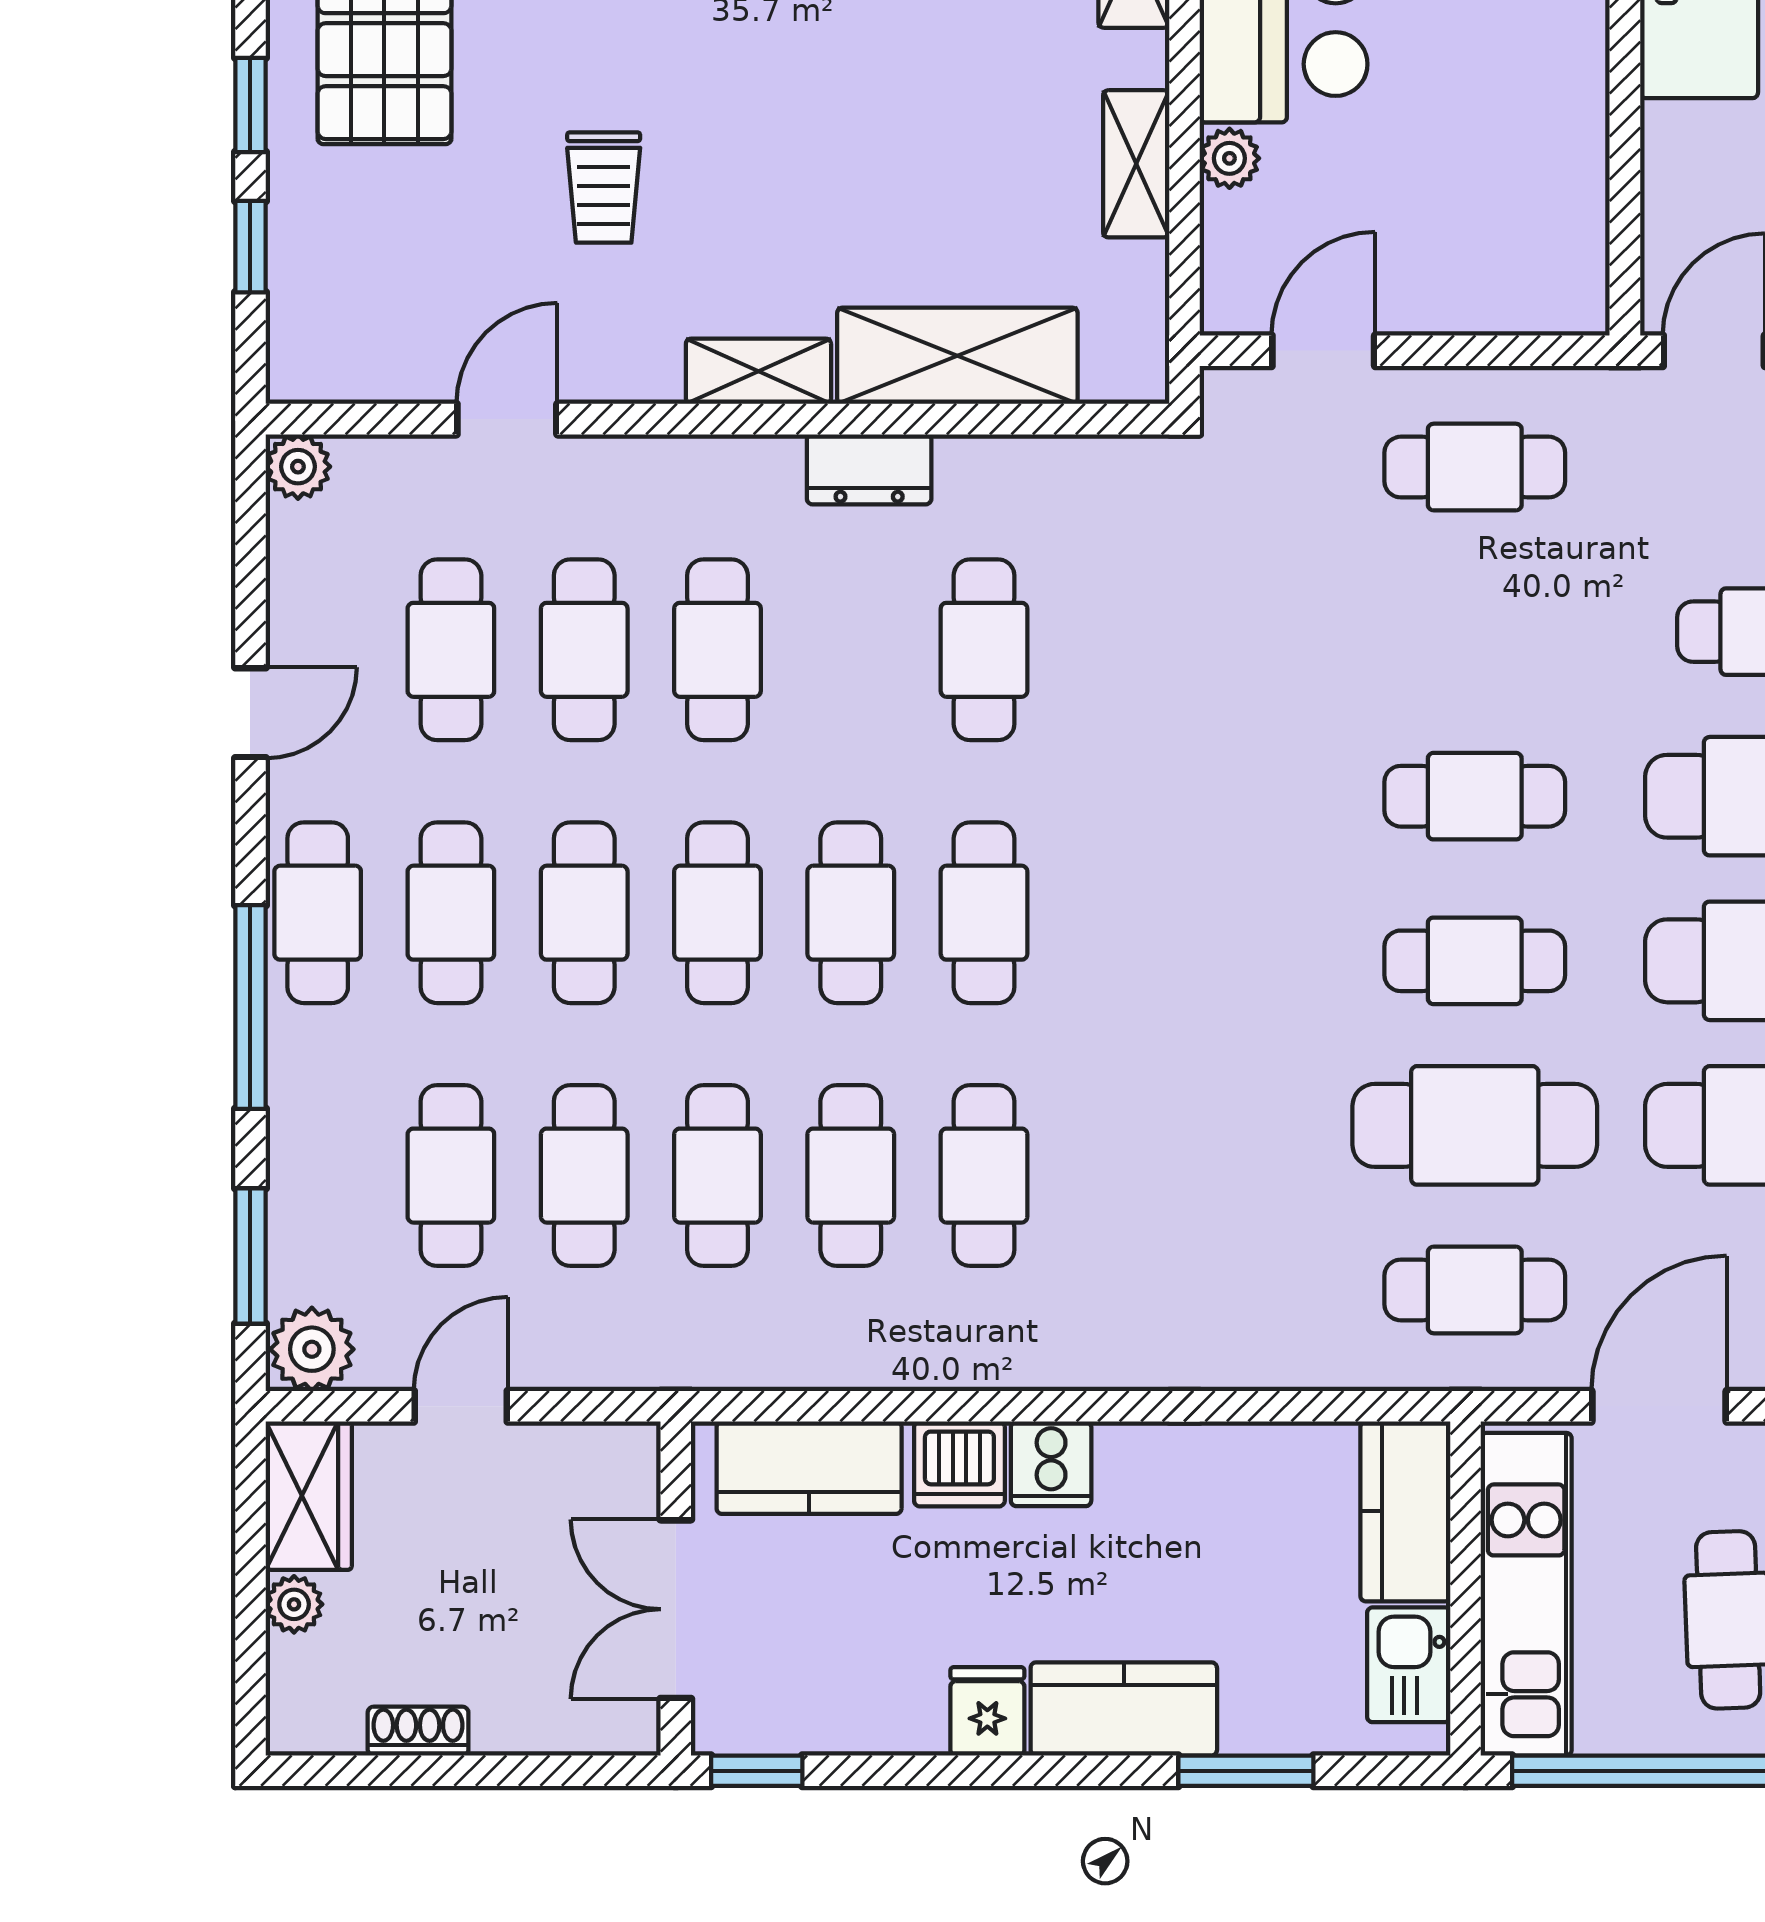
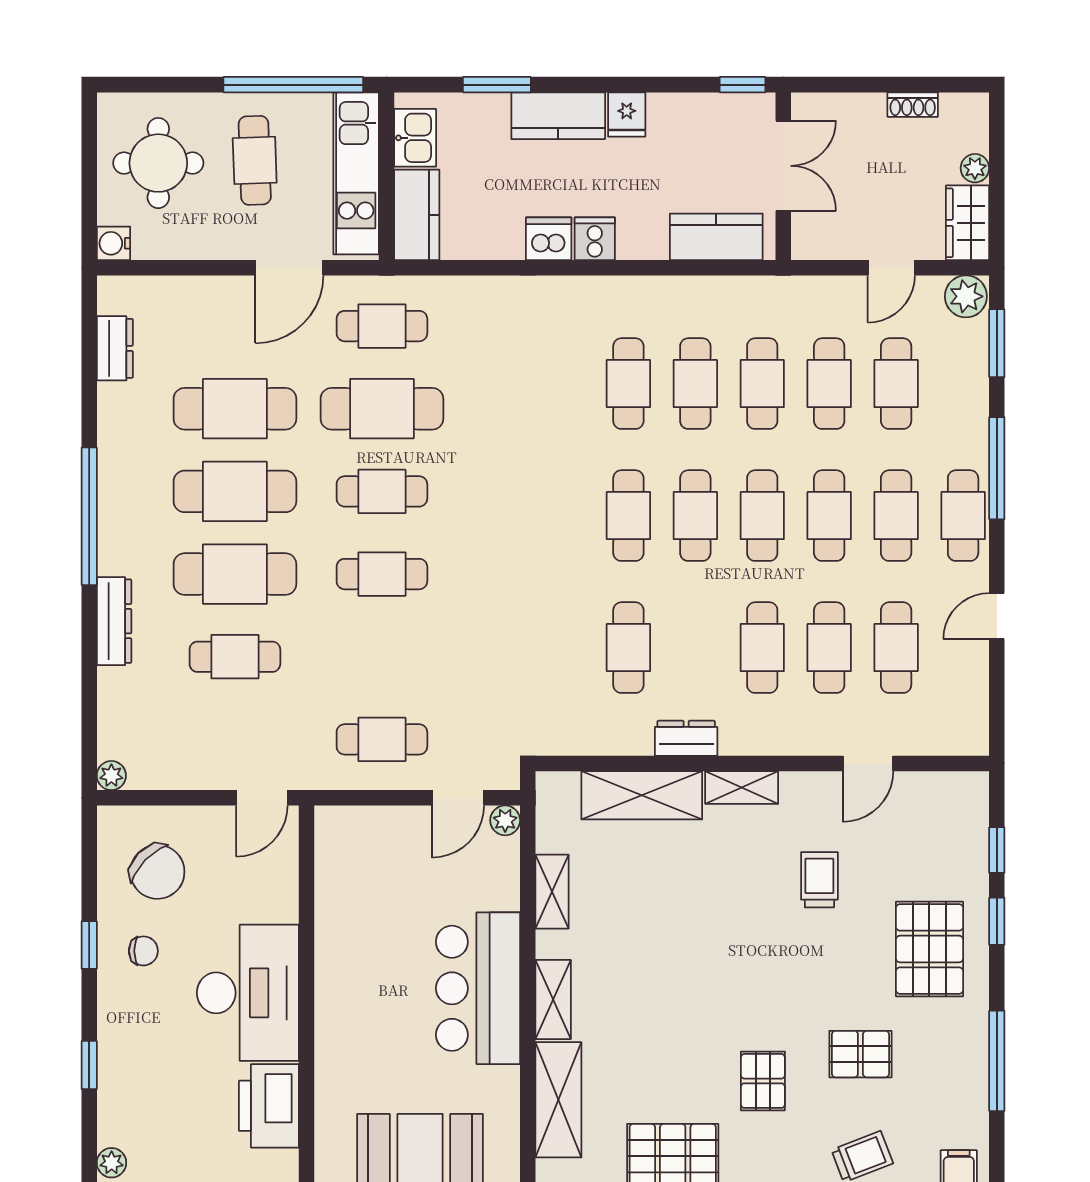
plant: (1229, 158) -> (505, 820), moved
plant: (298, 467) -> (973, 740), removed
dishwasher: (959, 1464) -> (549, 239), moved

